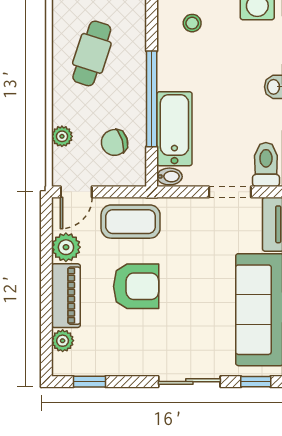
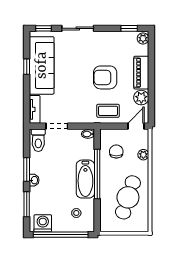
cafe table: (92, 53) -> (128, 197), width x1.37, depth x1.35
bathtub: (174, 129) -> (85, 179), moved
chair: (115, 142) -> (116, 152), turned -73
coffee table: (131, 222) -> (108, 111), width x0.73, depth x0.77
plant: (63, 341) -> (143, 38), moved

